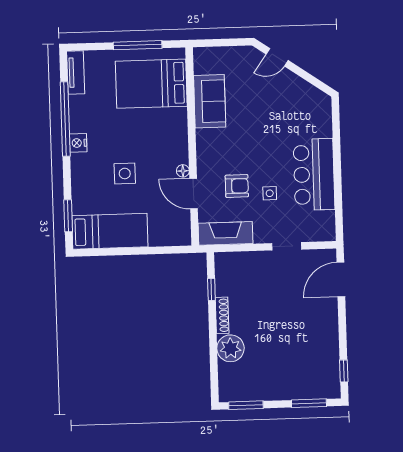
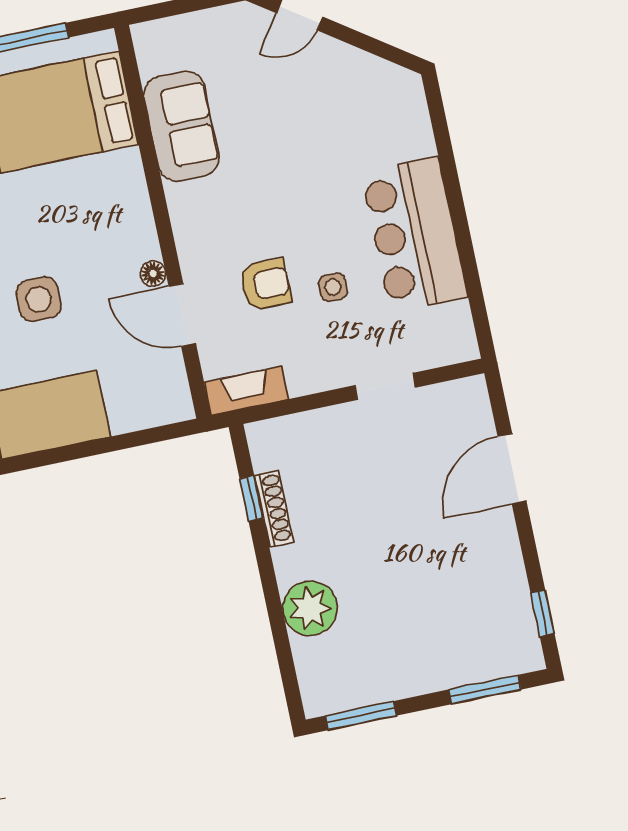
fireplace: (226, 233) -> (246, 391), width x0.73, depth x0.76
door: (341, 279) -> (512, 469), moved
shoe rack: (222, 315) -> (274, 509), moved

